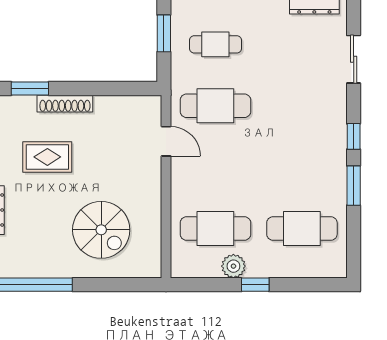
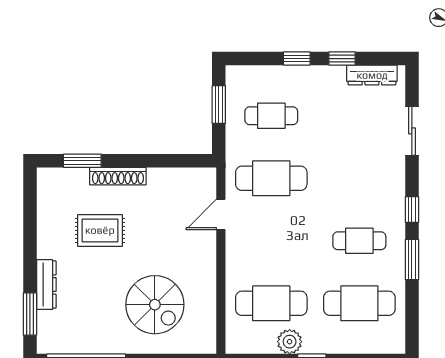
door: (166, 141) -> (221, 214), swing flipped
cafe table: (302, 167) -> (359, 241), added

